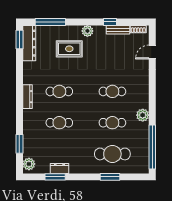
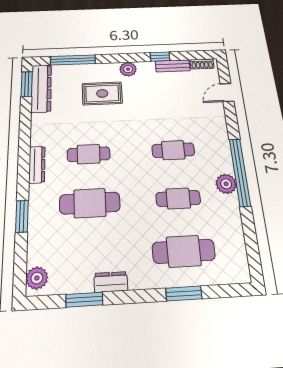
cafe table: (59, 123) -> (90, 203), width x1.37, depth x1.35
window: (19, 144) -> (22, 216), moved
window: (152, 147) -> (240, 172), moved
dresser: (59, 168) -> (111, 282), moved

